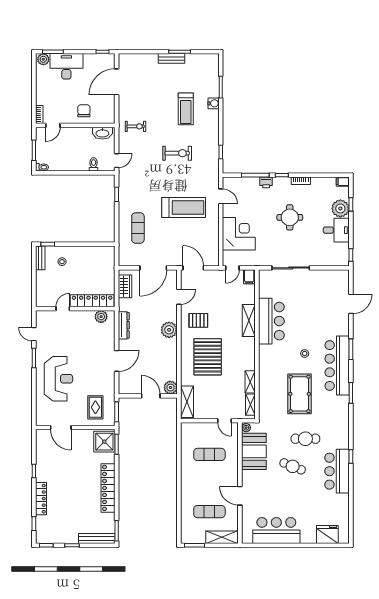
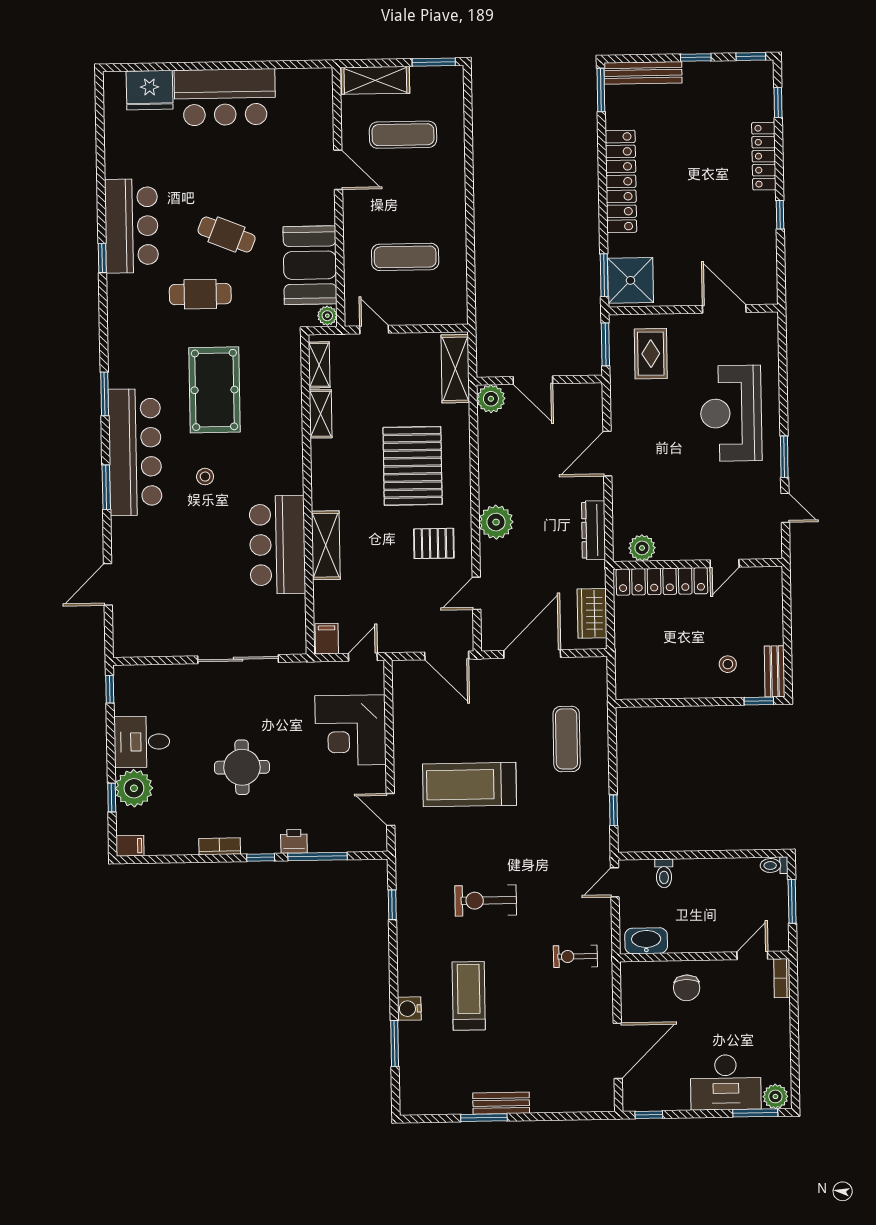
bar counter: (276, 531) -> (225, 97), moved

